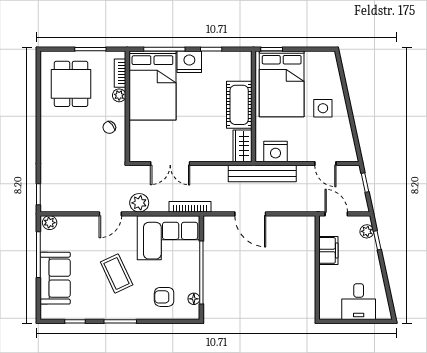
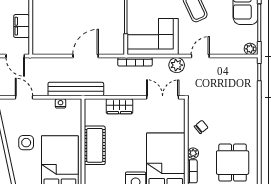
wardrobe: (243, 146) -> (119, 106), moved, turned 90
nightstand: (276, 151) -> (61, 103), width x0.53, depth x0.56
double door: (170, 163) -> (163, 97), moved
door: (250, 214) -> (86, 56), hinge flipped

